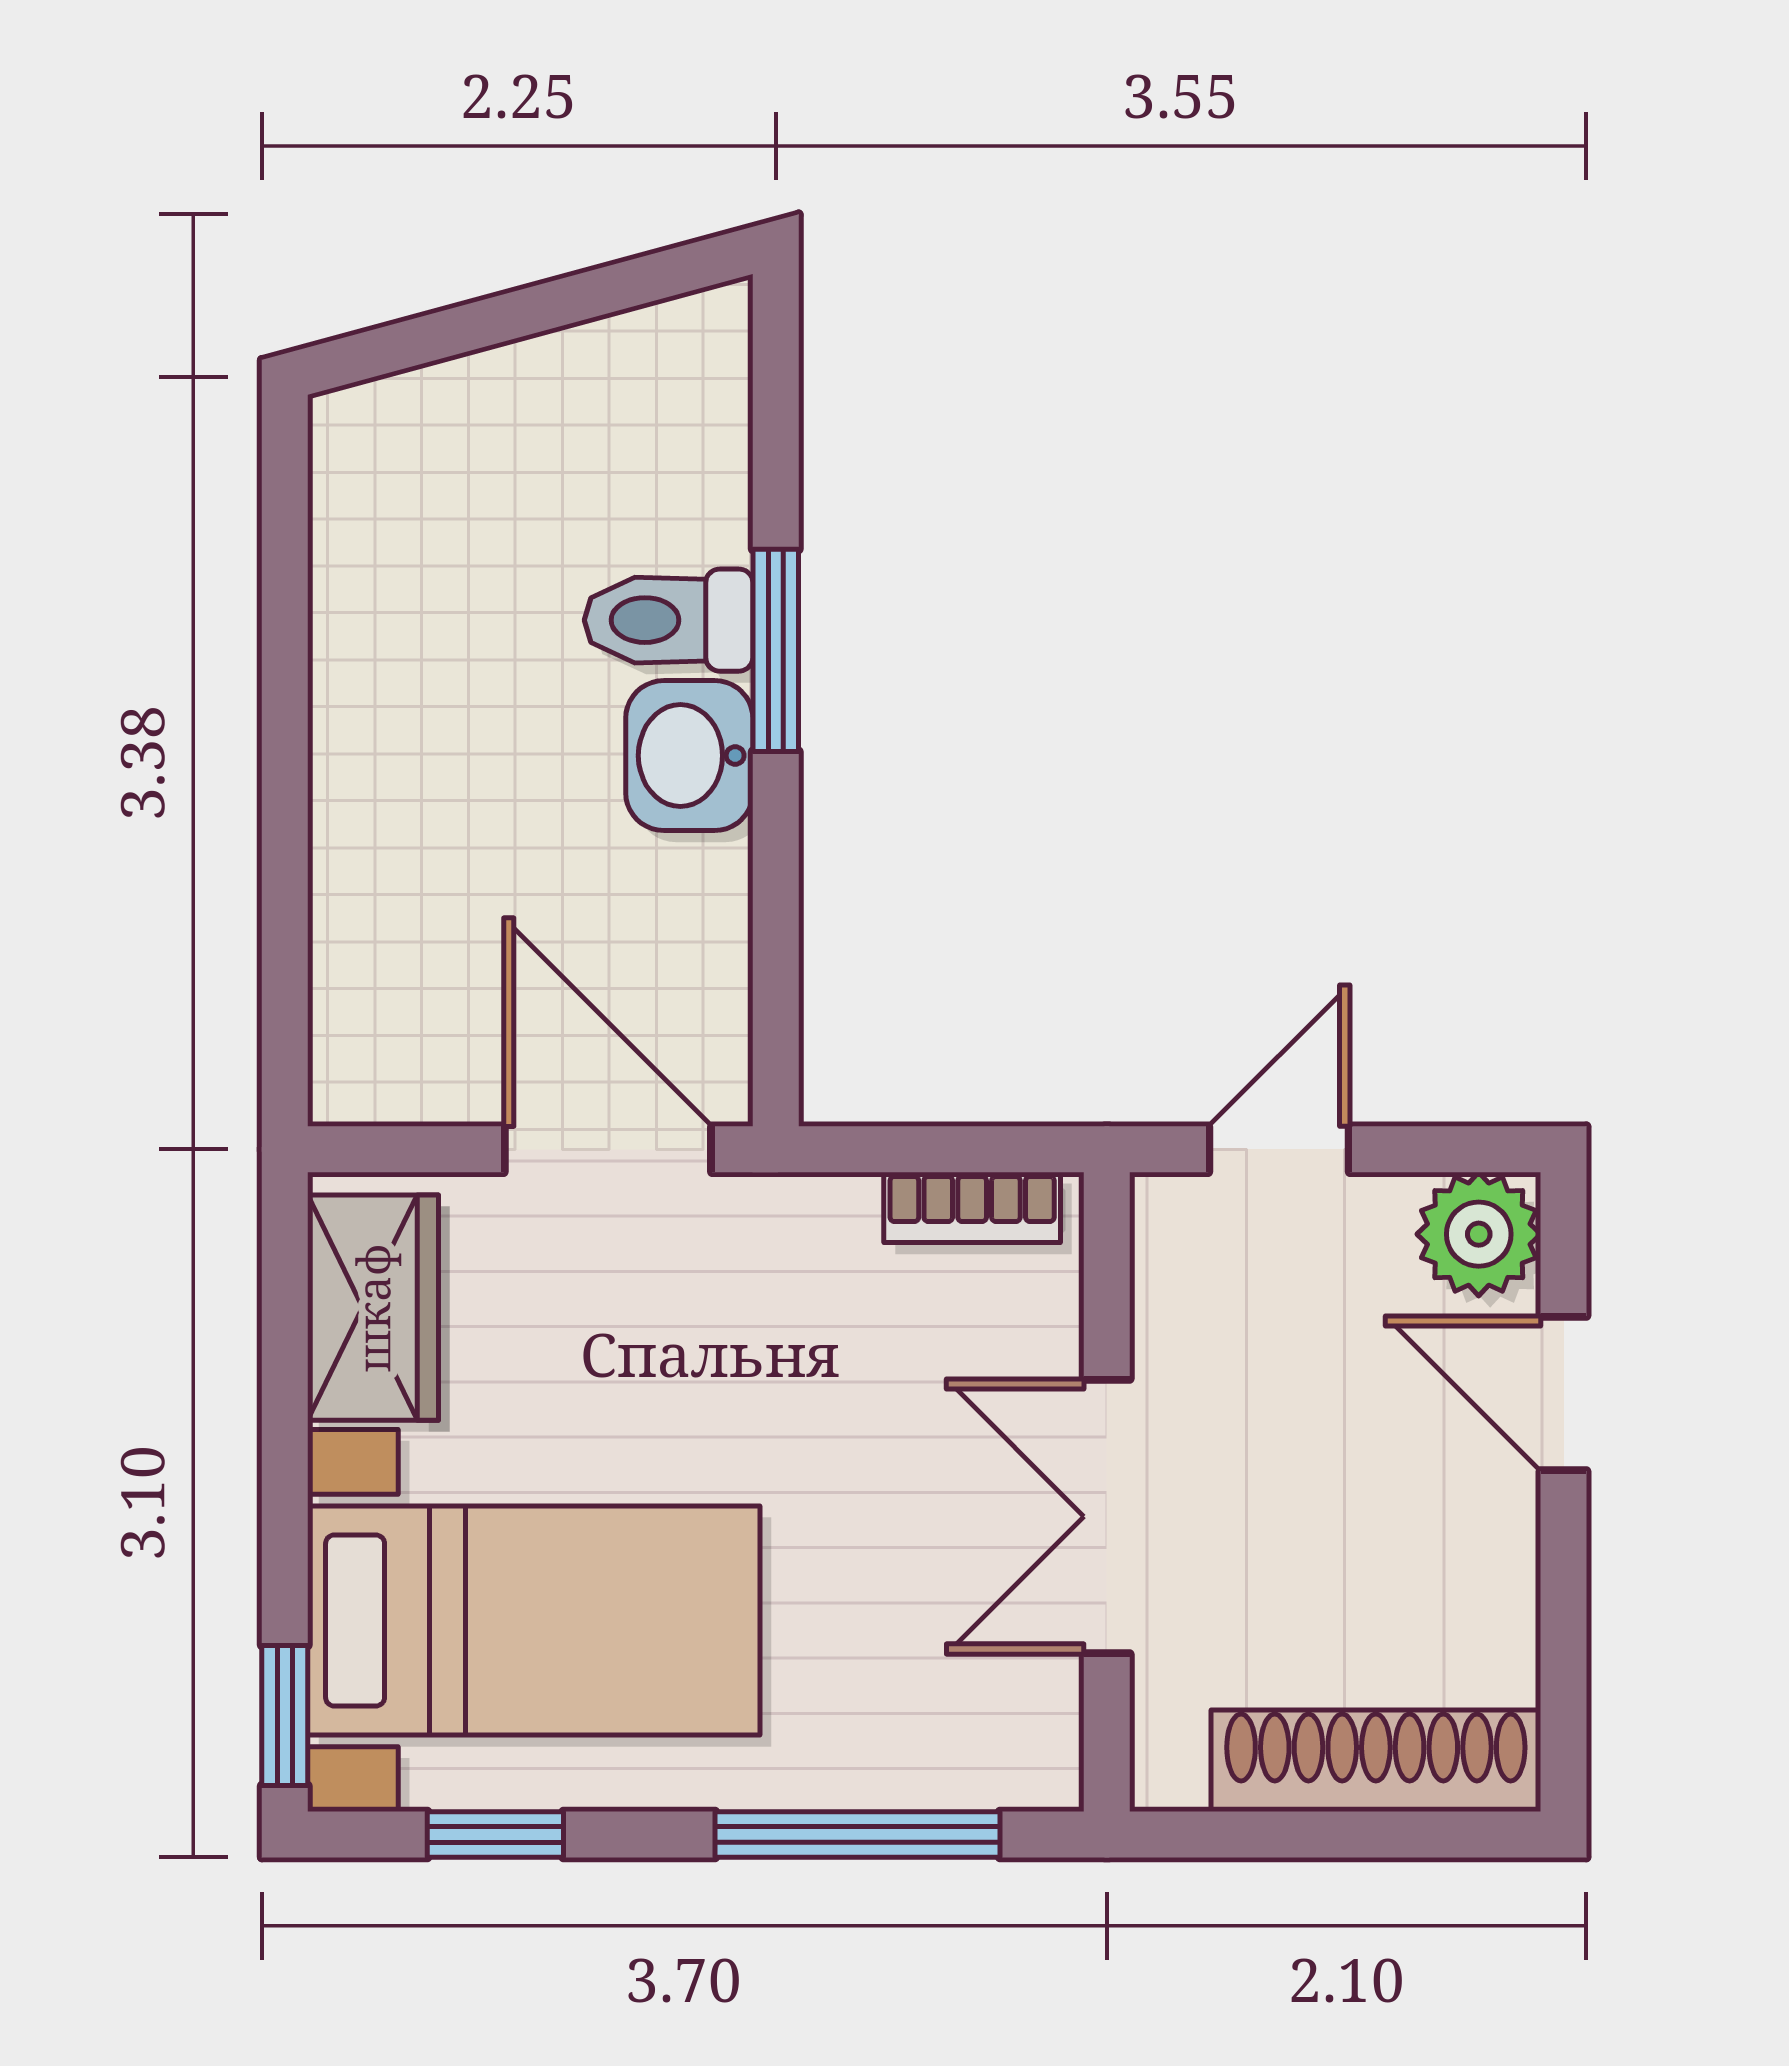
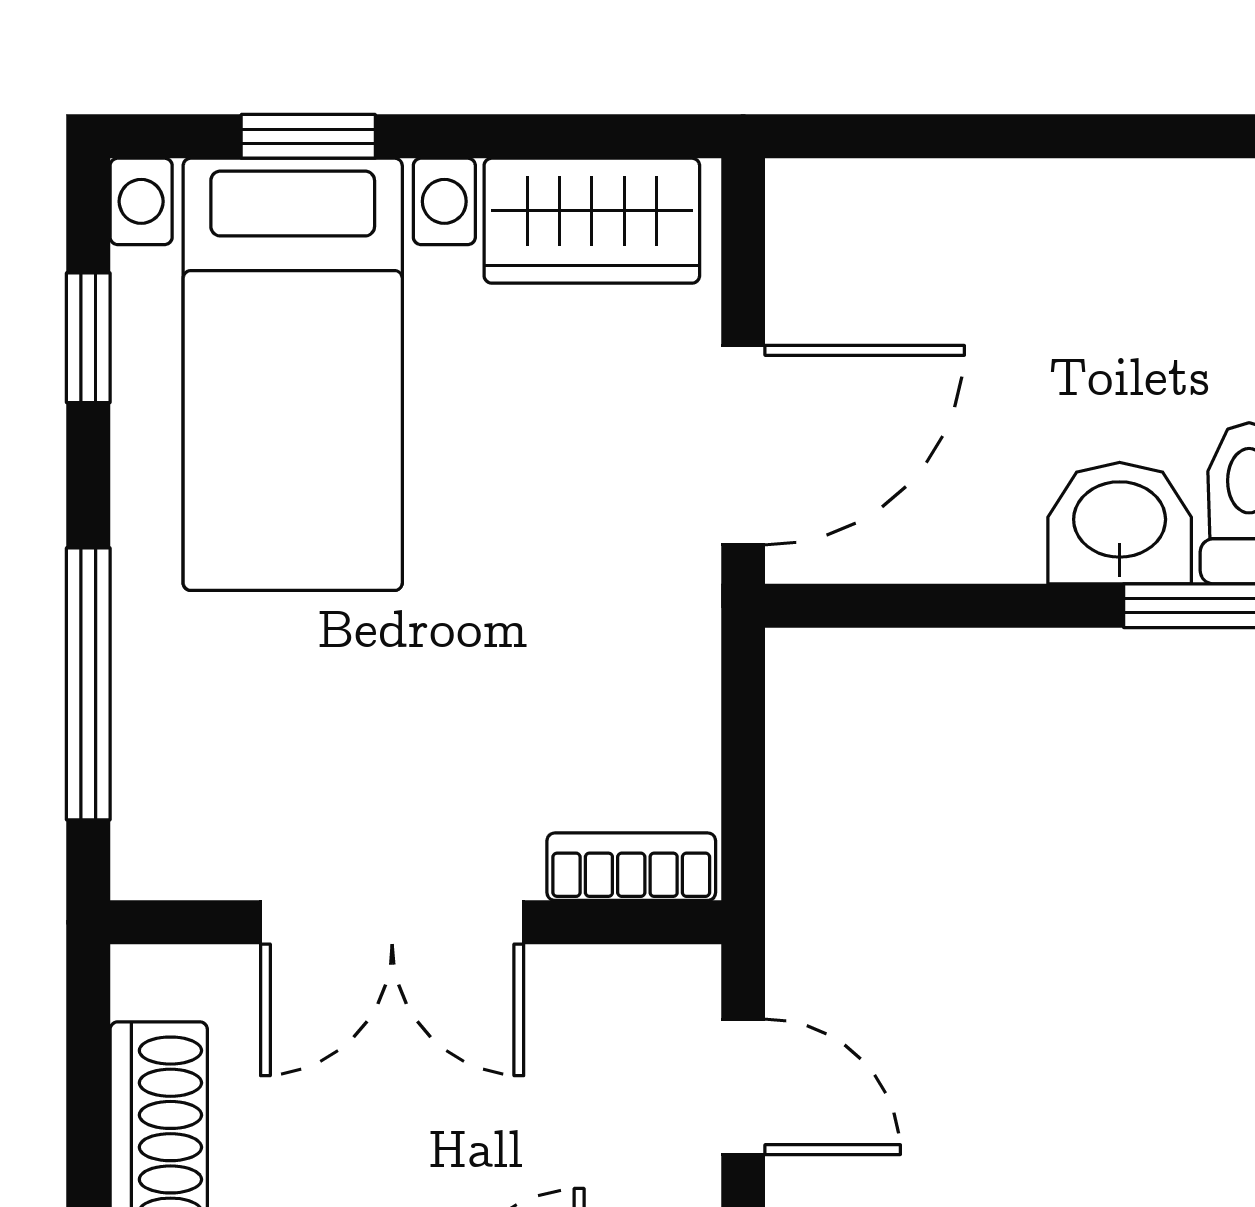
bookcase: (972, 1207) -> (631, 867), moved, turned 90
double door: (1107, 1517) -> (392, 922), swing flipped
window: (285, 1716) -> (308, 136), moved

